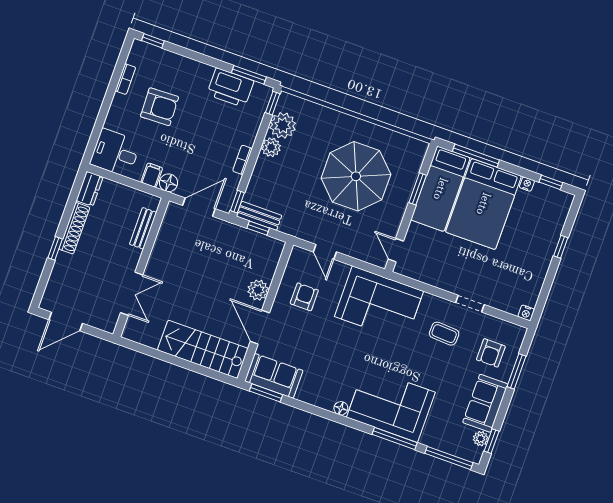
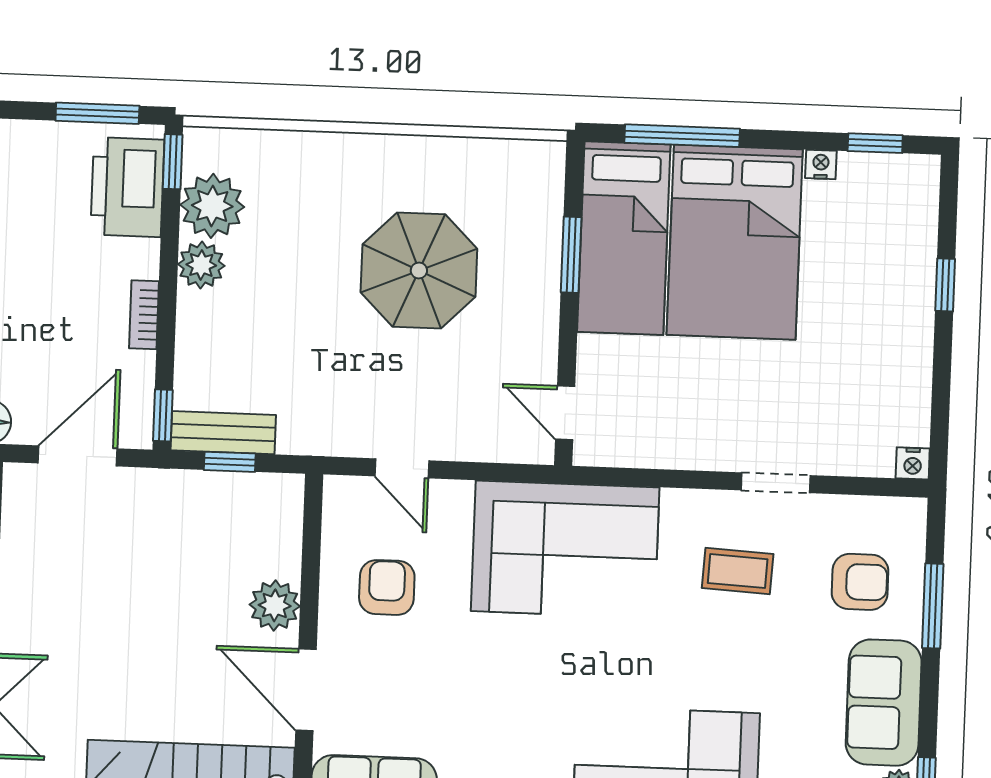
printer: (230, 88) -> (127, 187), moved, turned 90
parasol: (356, 176) -> (419, 271), width x0.73, depth x0.73
armchair: (491, 353) -> (860, 582), turned -90

